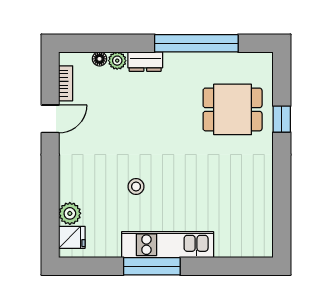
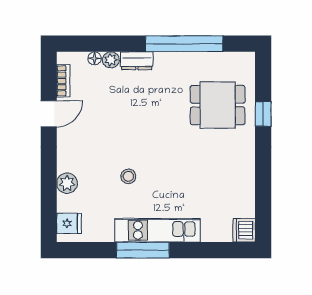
plant: (70, 213) -> (67, 183), moved
dishwasher: (261, 245) -> (244, 230), added

